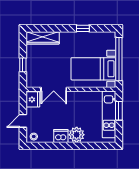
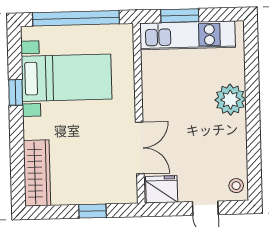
bed with nightstands: (93, 69) -> (67, 78), moved, turned -90
dishwasher: (61, 136) -> (234, 131), removed

